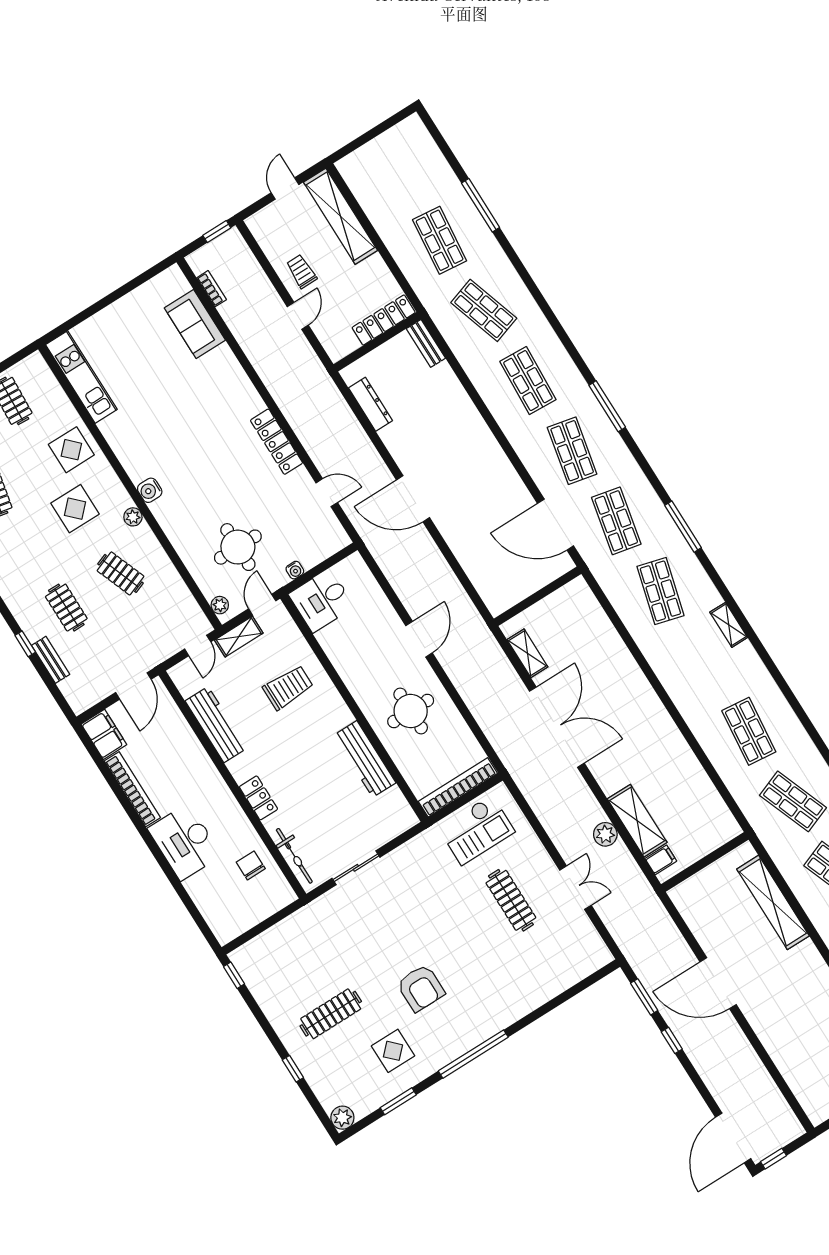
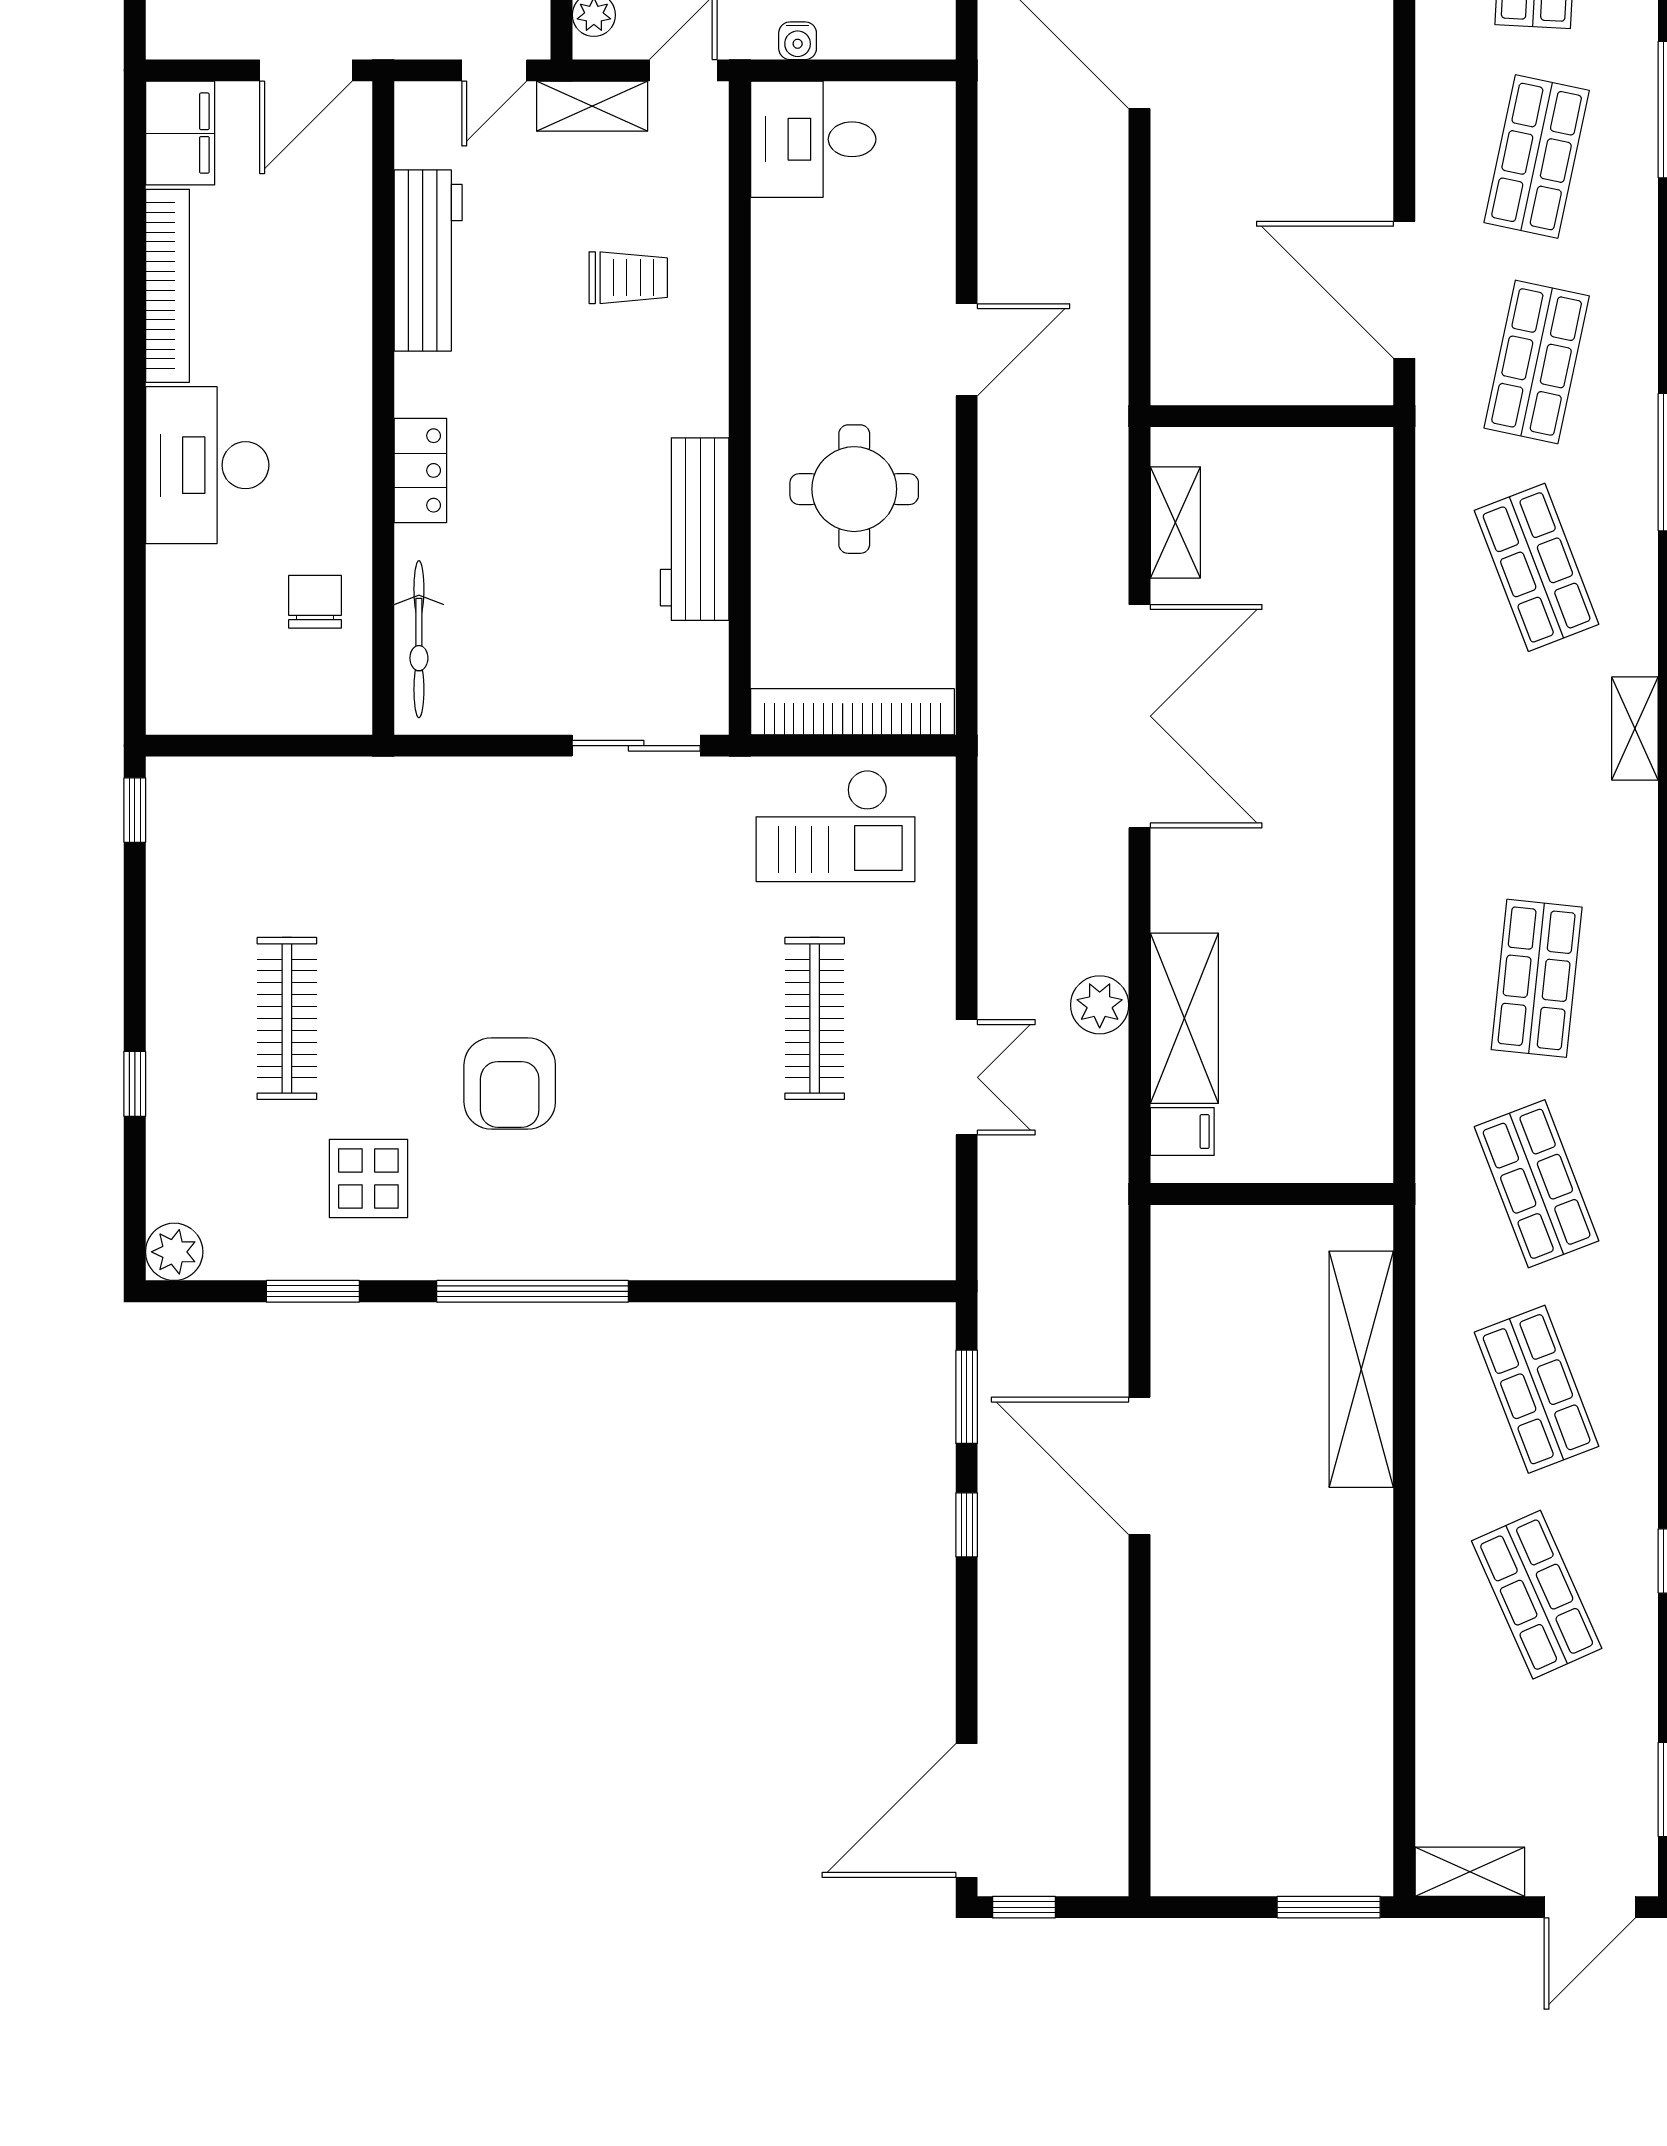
shop shelf: (660, 591) -> (1537, 567), turned -36
trolley: (288, 687) -> (628, 278), width x0.73, depth x0.72
sliding door: (356, 868) -> (636, 746), moved
clothes rail: (331, 1014) -> (287, 1018), turned 90

